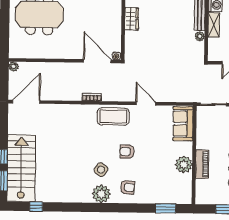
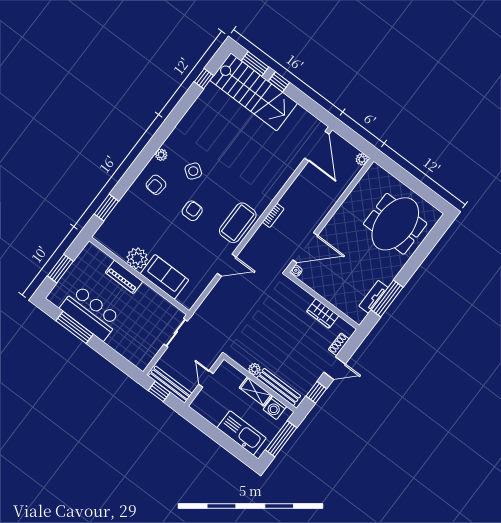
sofa: (183, 124) -> (165, 277), moved
plant: (101, 194) -> (161, 155), width x0.53, depth x0.53

